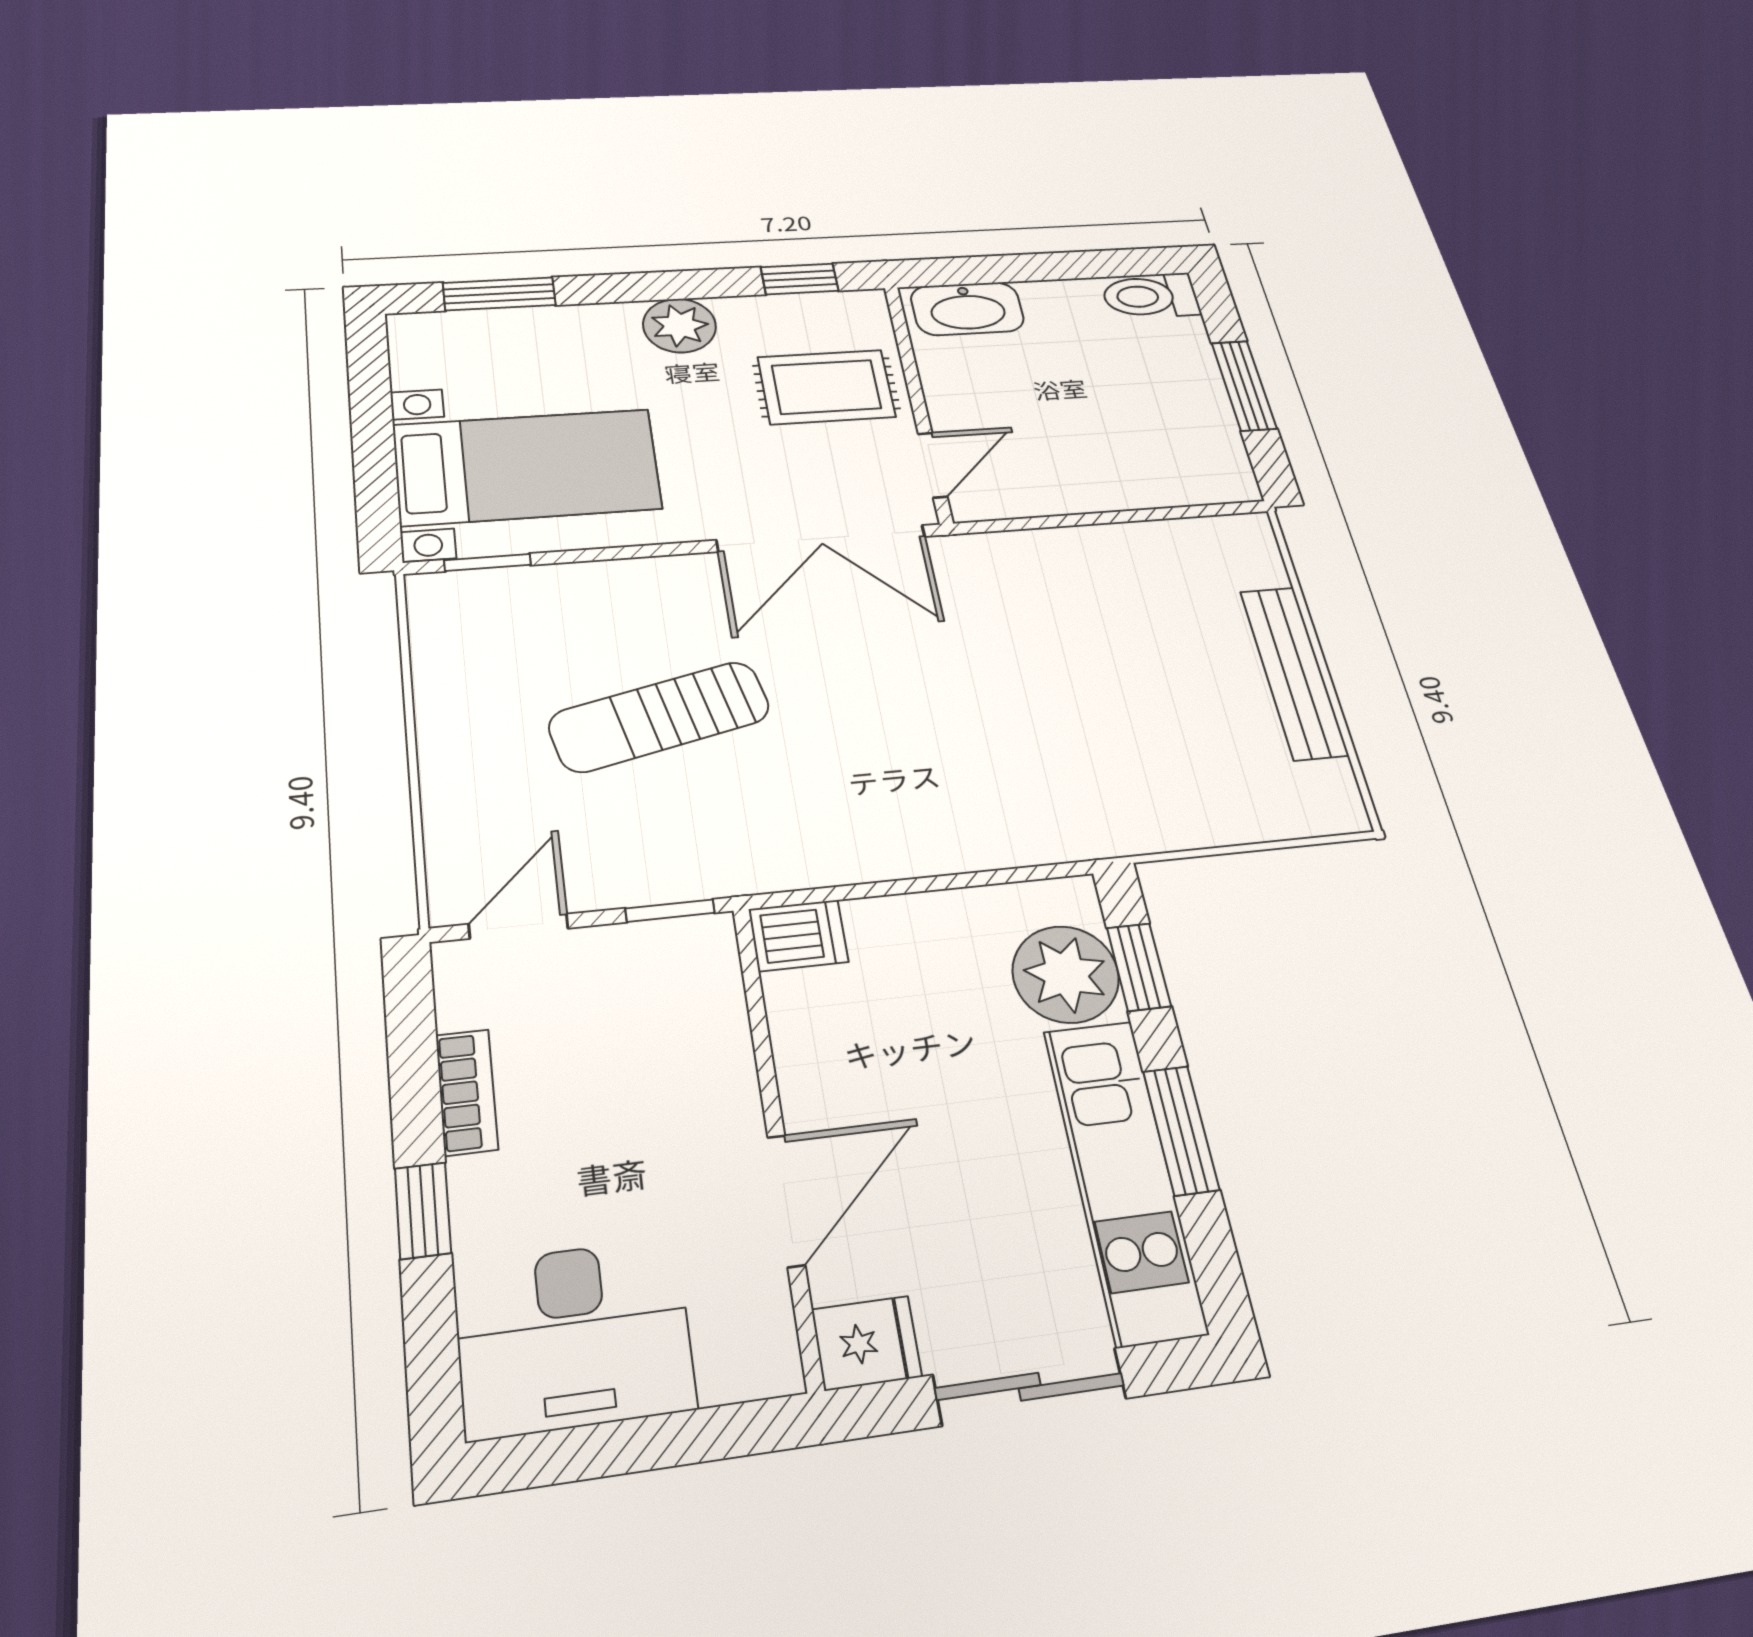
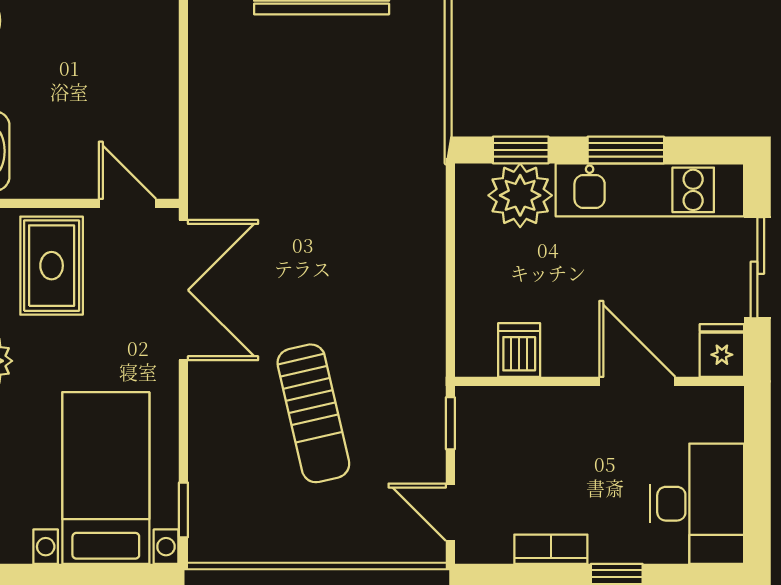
dishwasher: (798, 935) -> (519, 350), moved

